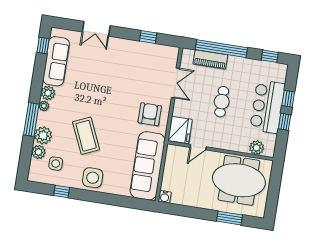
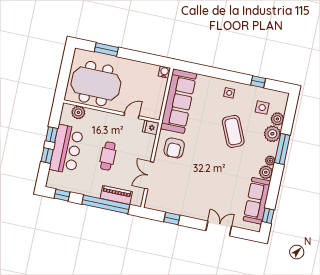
fridge: (180, 130) -> (151, 127), width x0.53, depth x0.75
side table: (93, 178) -> (229, 93), width x0.54, depth x0.54

